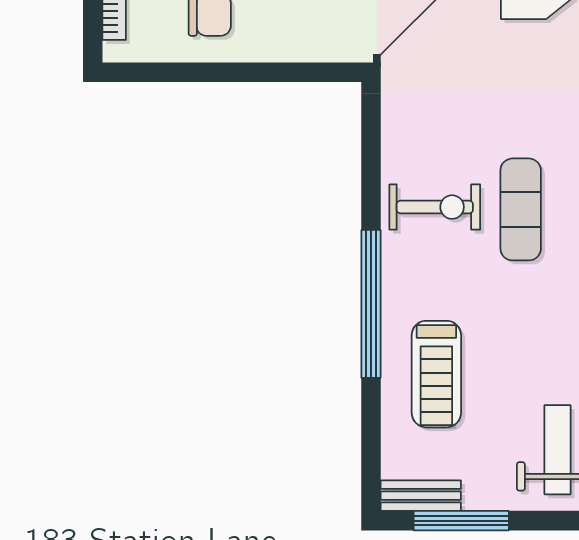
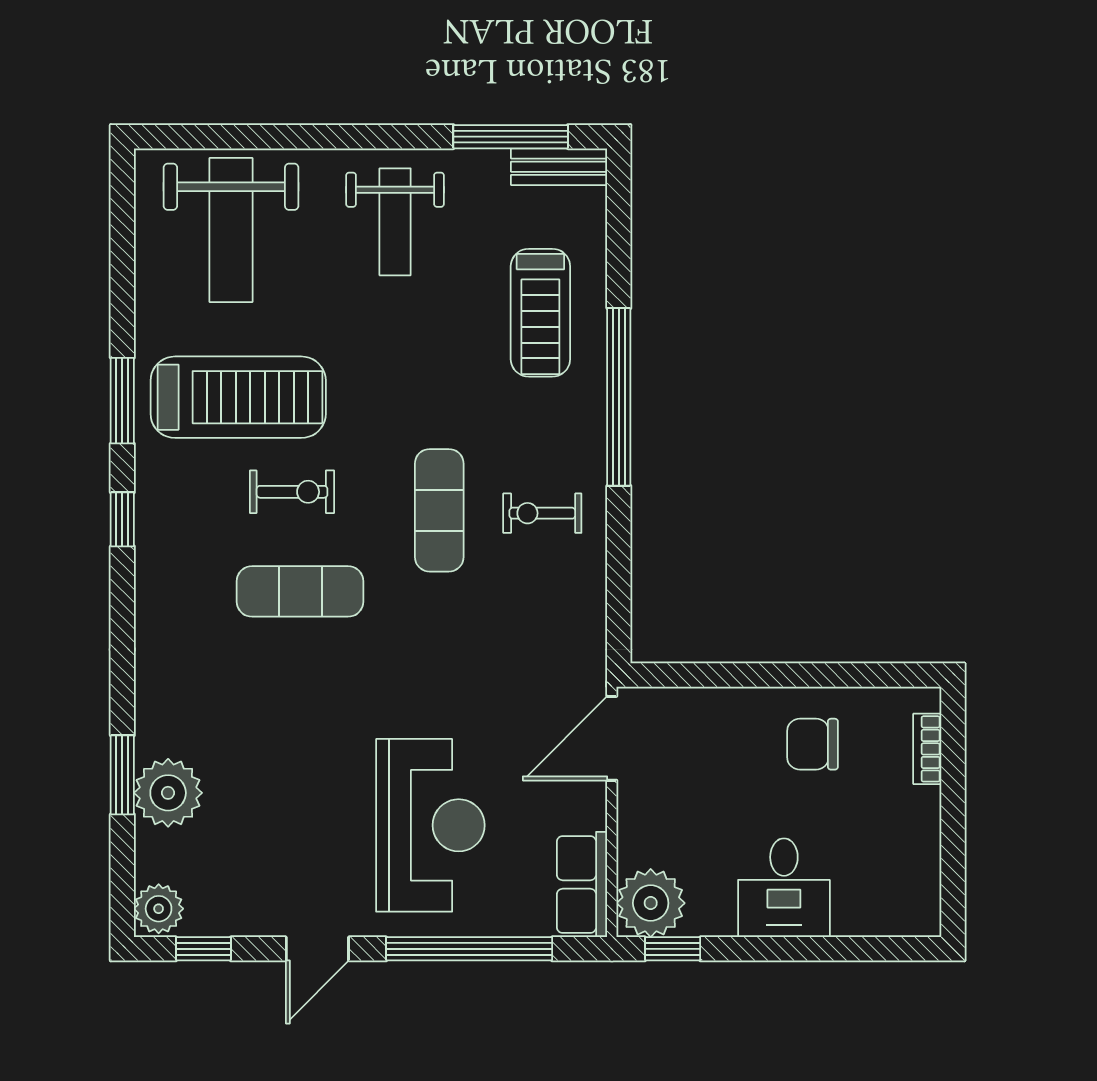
exercise bike: (435, 207) -> (542, 513), width x0.73, depth x0.72
treadmill: (436, 374) -> (540, 313), turned 180

